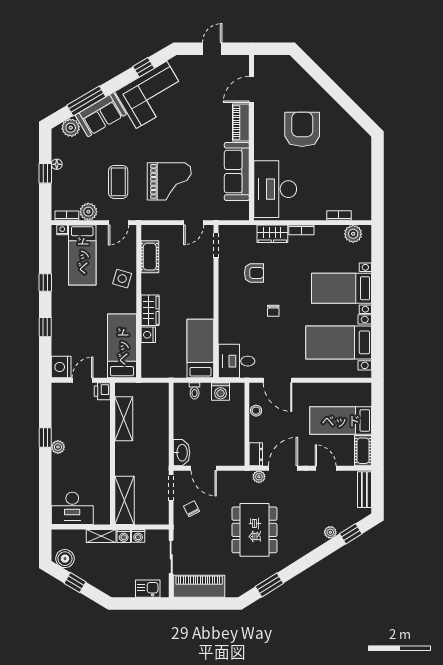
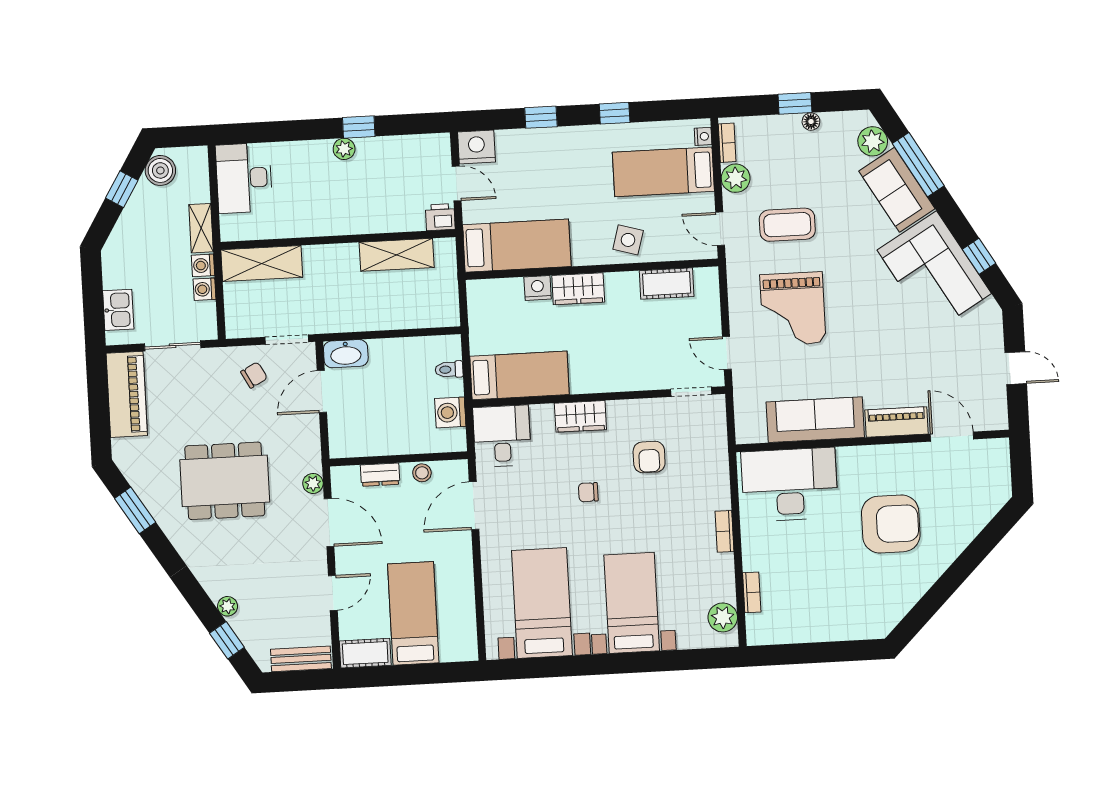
wardrobe: (272, 234) -> (580, 416), moved, turned -90
dresser: (256, 454) -> (380, 475), moved

